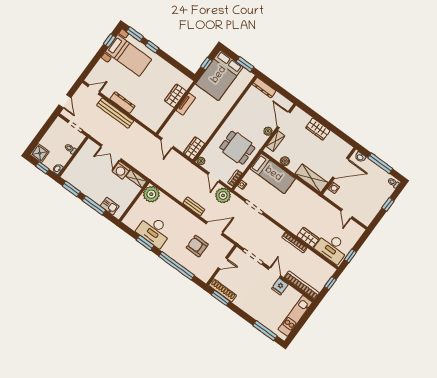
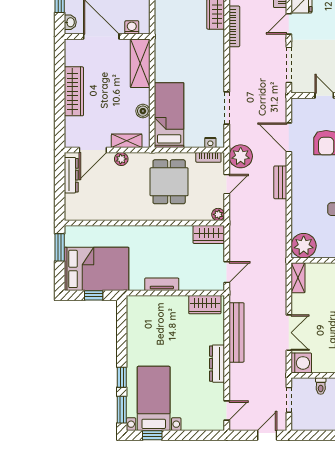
dresser: (264, 88) -> (71, 175), moved
door: (94, 90) -> (227, 411), swing flipped
wardrobe: (175, 96) -> (205, 305), moved
bench: (115, 113) -> (236, 332), moved
wardrobe: (318, 129) -> (74, 91), width x1.50
washing machine: (121, 170) -> (301, 363), moved

